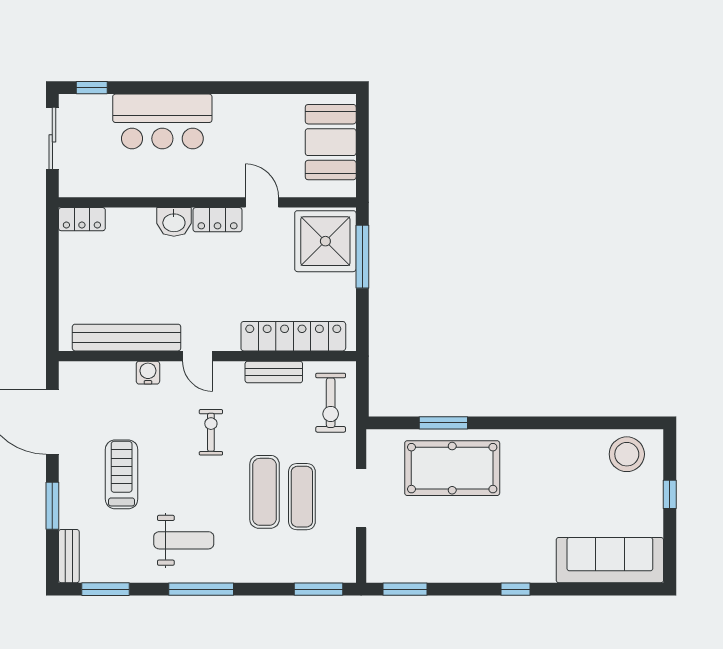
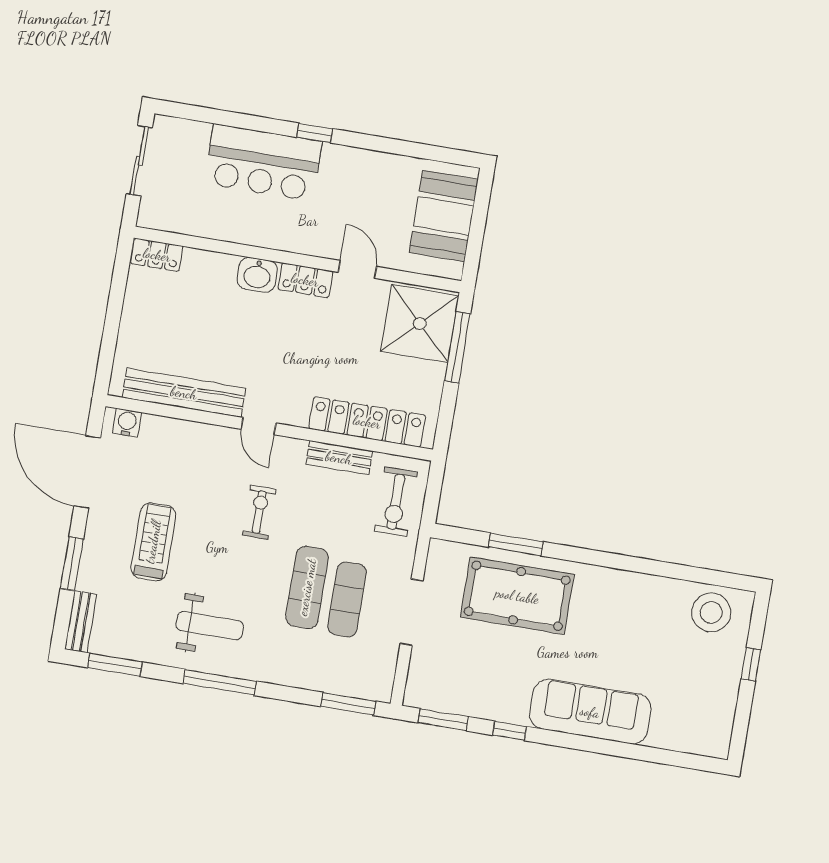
window: (92, 88) -> (315, 133), moved
water cooler: (148, 373) -> (127, 423), moved
sofa: (610, 560) -> (590, 712), moved
window: (515, 589) -> (510, 731), moved

